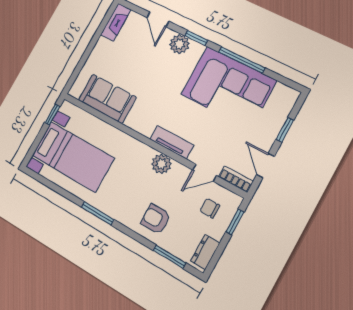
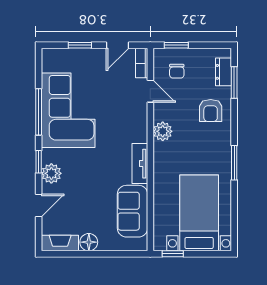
floor lamp: (103, 47) -> (89, 242), added
tv unit: (172, 142) -> (140, 164), moved
dresser: (205, 252) -> (223, 72), moved, turned 90

